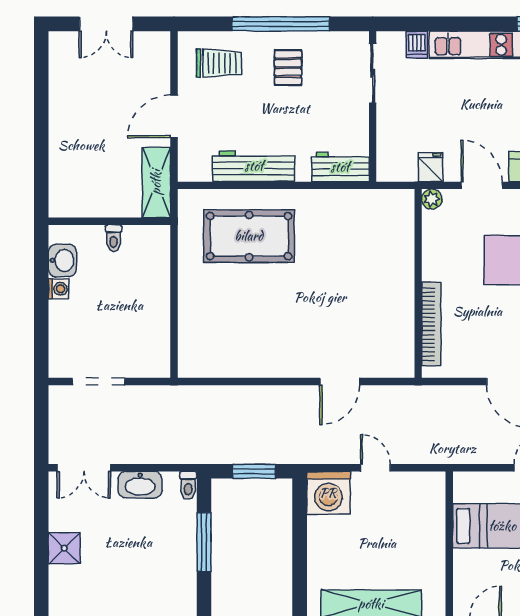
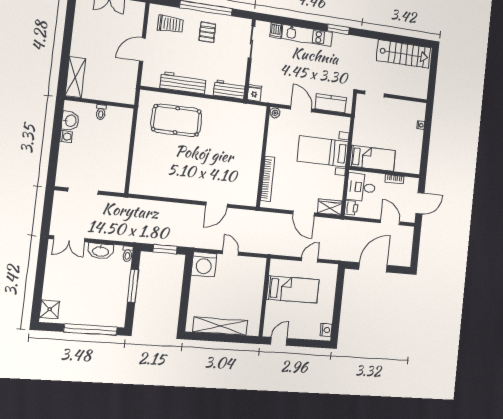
fridge: (431, 167) -> (254, 93), moved
shelving: (156, 182) -> (75, 77), moved
shower: (64, 548) -> (50, 309), moved

